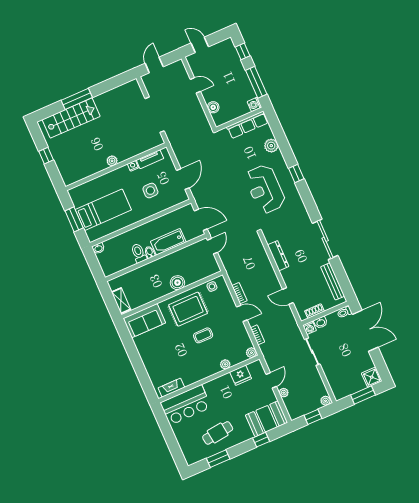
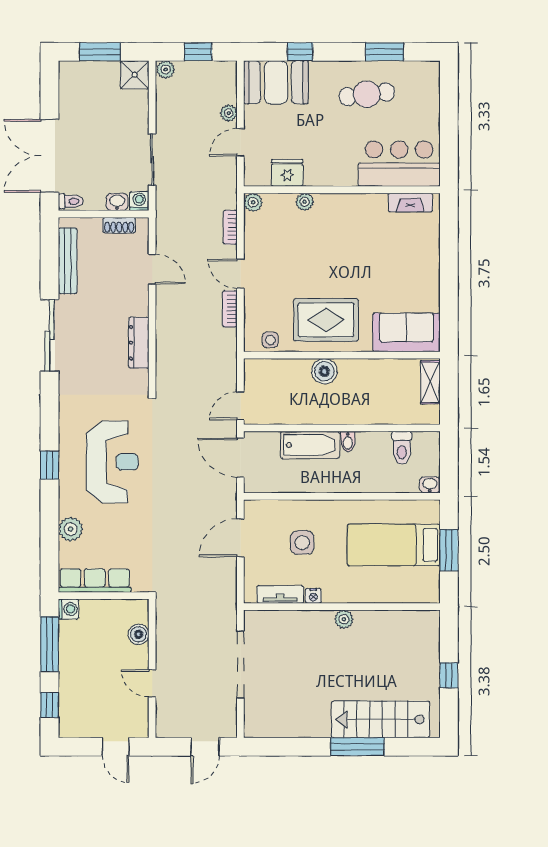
toilet: (139, 253) -> (402, 448), moved
coffee table: (203, 335) -> (320, 266), removed
shower: (372, 377) -> (135, 75), moved

